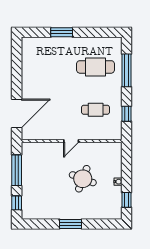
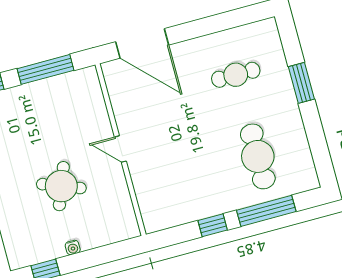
cafe table: (96, 110) -> (236, 75), moved, turned 90
window: (127, 114) -> (213, 225), moved

